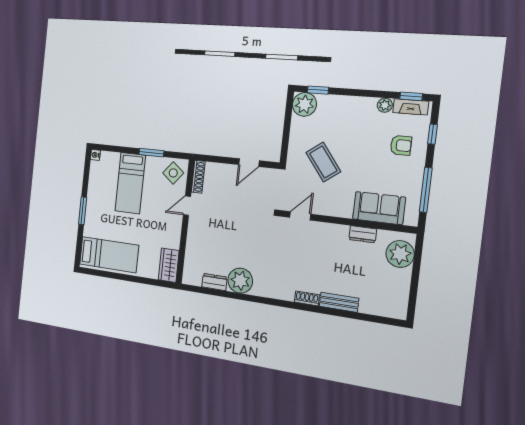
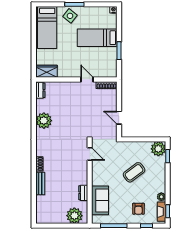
coffee table: (323, 162) -> (134, 172), moved
side table: (173, 173) -> (70, 16), moved
dresser: (215, 282) -> (40, 90), moved

